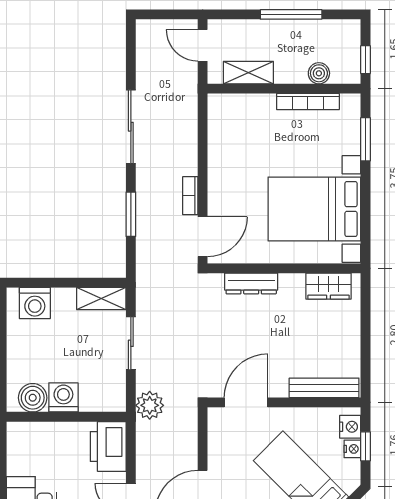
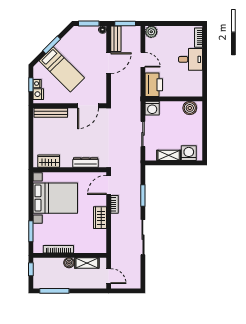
window: (291, 14) -> (54, 291), moved
boiler: (319, 73) -> (69, 263), moved
wardrobe: (221, 168) -> (100, 218), added
shelving: (101, 299) -> (169, 155), moved
washing machine: (63, 397) -> (152, 108), moved
plant: (150, 405) -> (134, 104), removed

